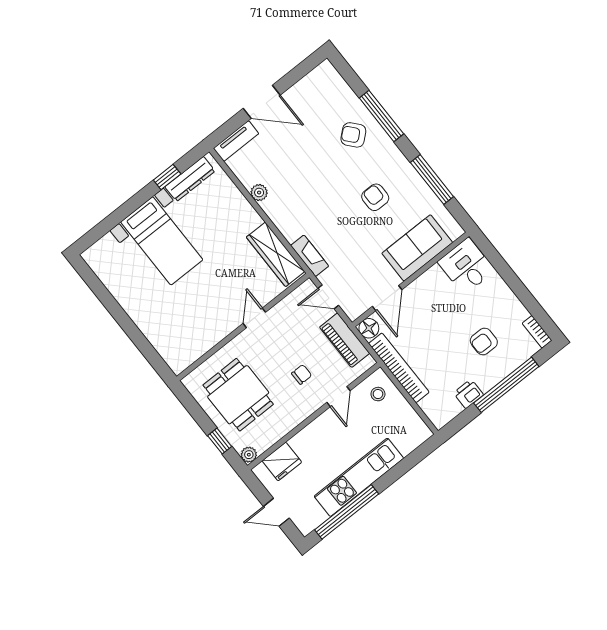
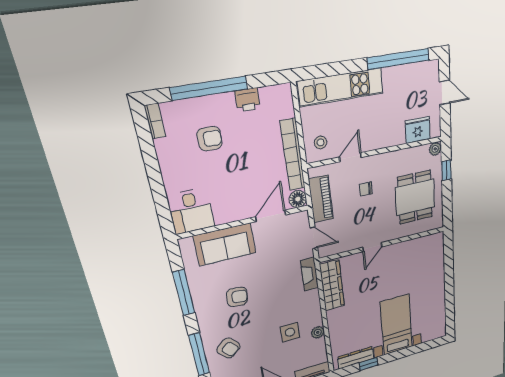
side table: (293, 180) -> (290, 332), added
armchair: (375, 197) -> (237, 297), turned -84
kitchen unit: (359, 477) -> (341, 87), moved

